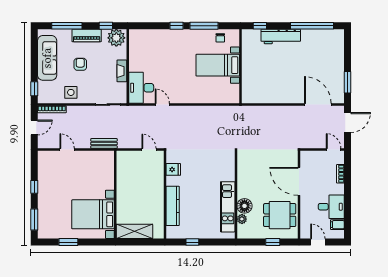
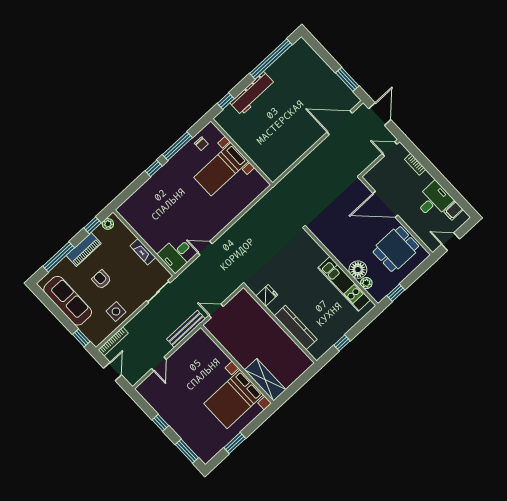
plant: (116, 38) -> (108, 224), width x0.53, depth x0.53
desk: (141, 88) -> (177, 254), width x0.73
bench: (104, 143) -> (186, 329), width x1.36
door: (67, 150) -> (159, 364), swing flipped
door: (149, 150) -> (216, 311), moved
shelving: (135, 231) -> (265, 380), moved, turned 90
window: (273, 242) -> (396, 293), moved

